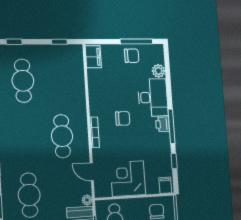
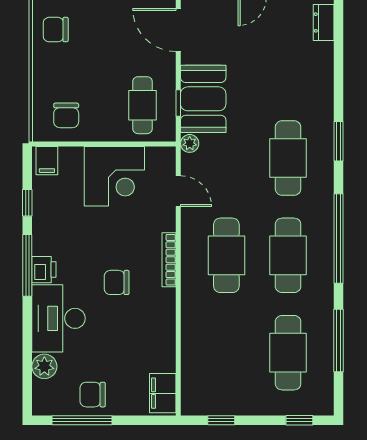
cafe table: (26, 138) -> (288, 255), added

